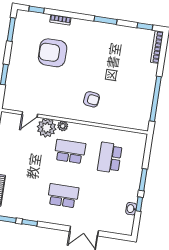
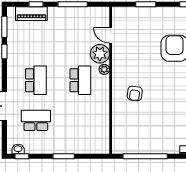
school desk: (110, 158) -> (36, 120), moved
window: (139, 204) -> (22, 156), moved
washbasin: (131, 209) -> (18, 149), moved

